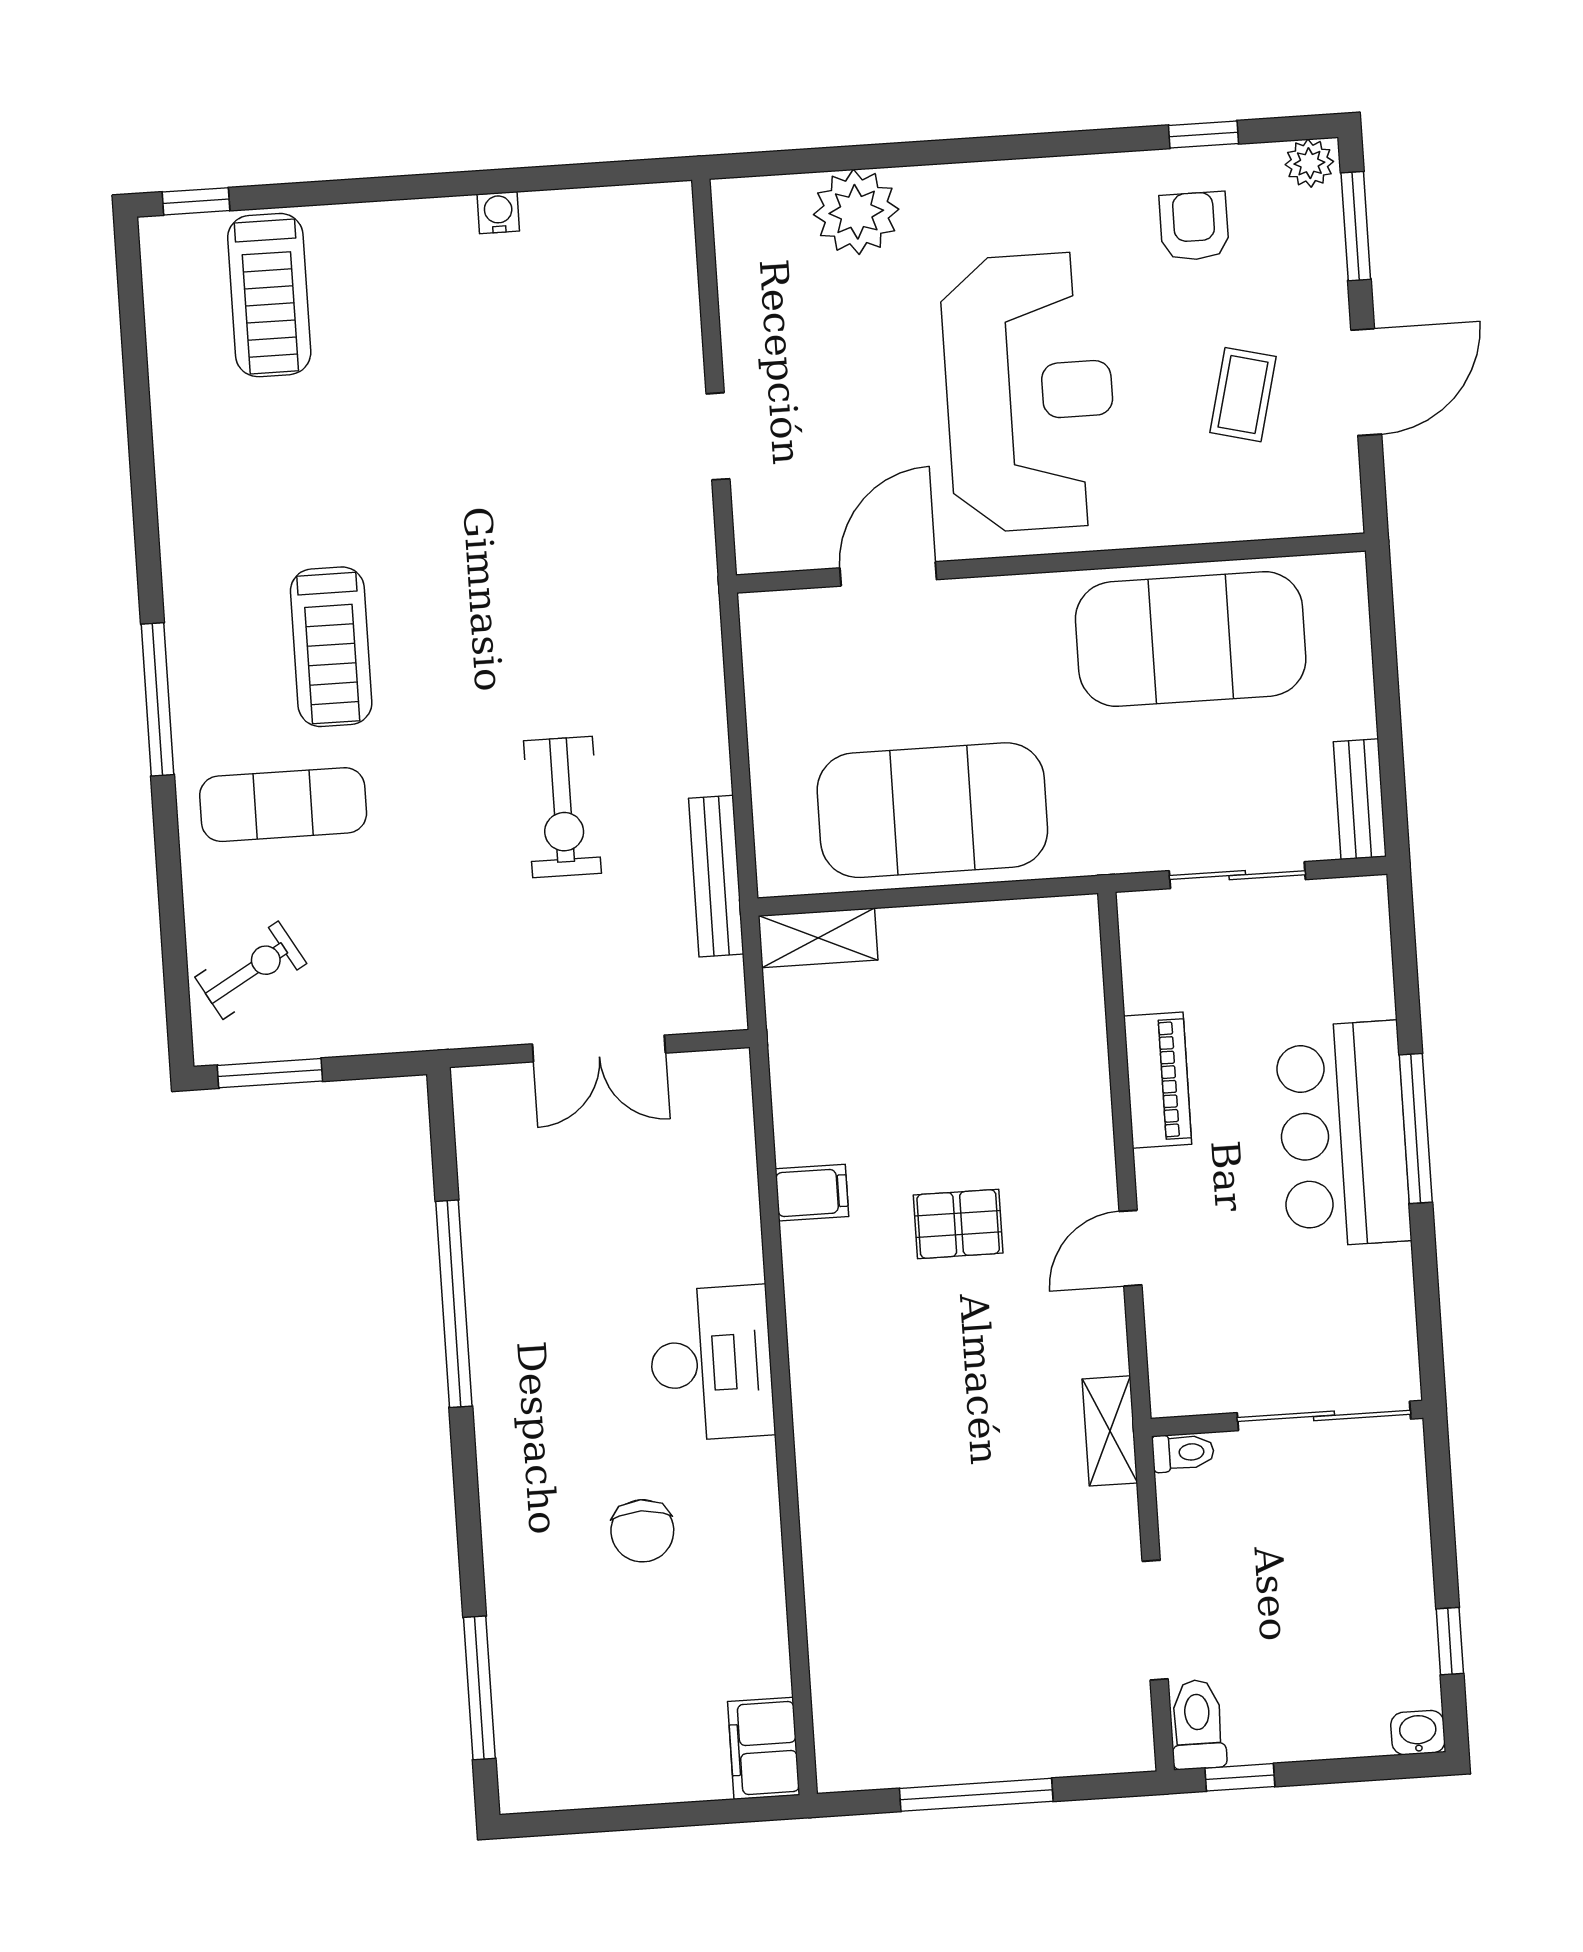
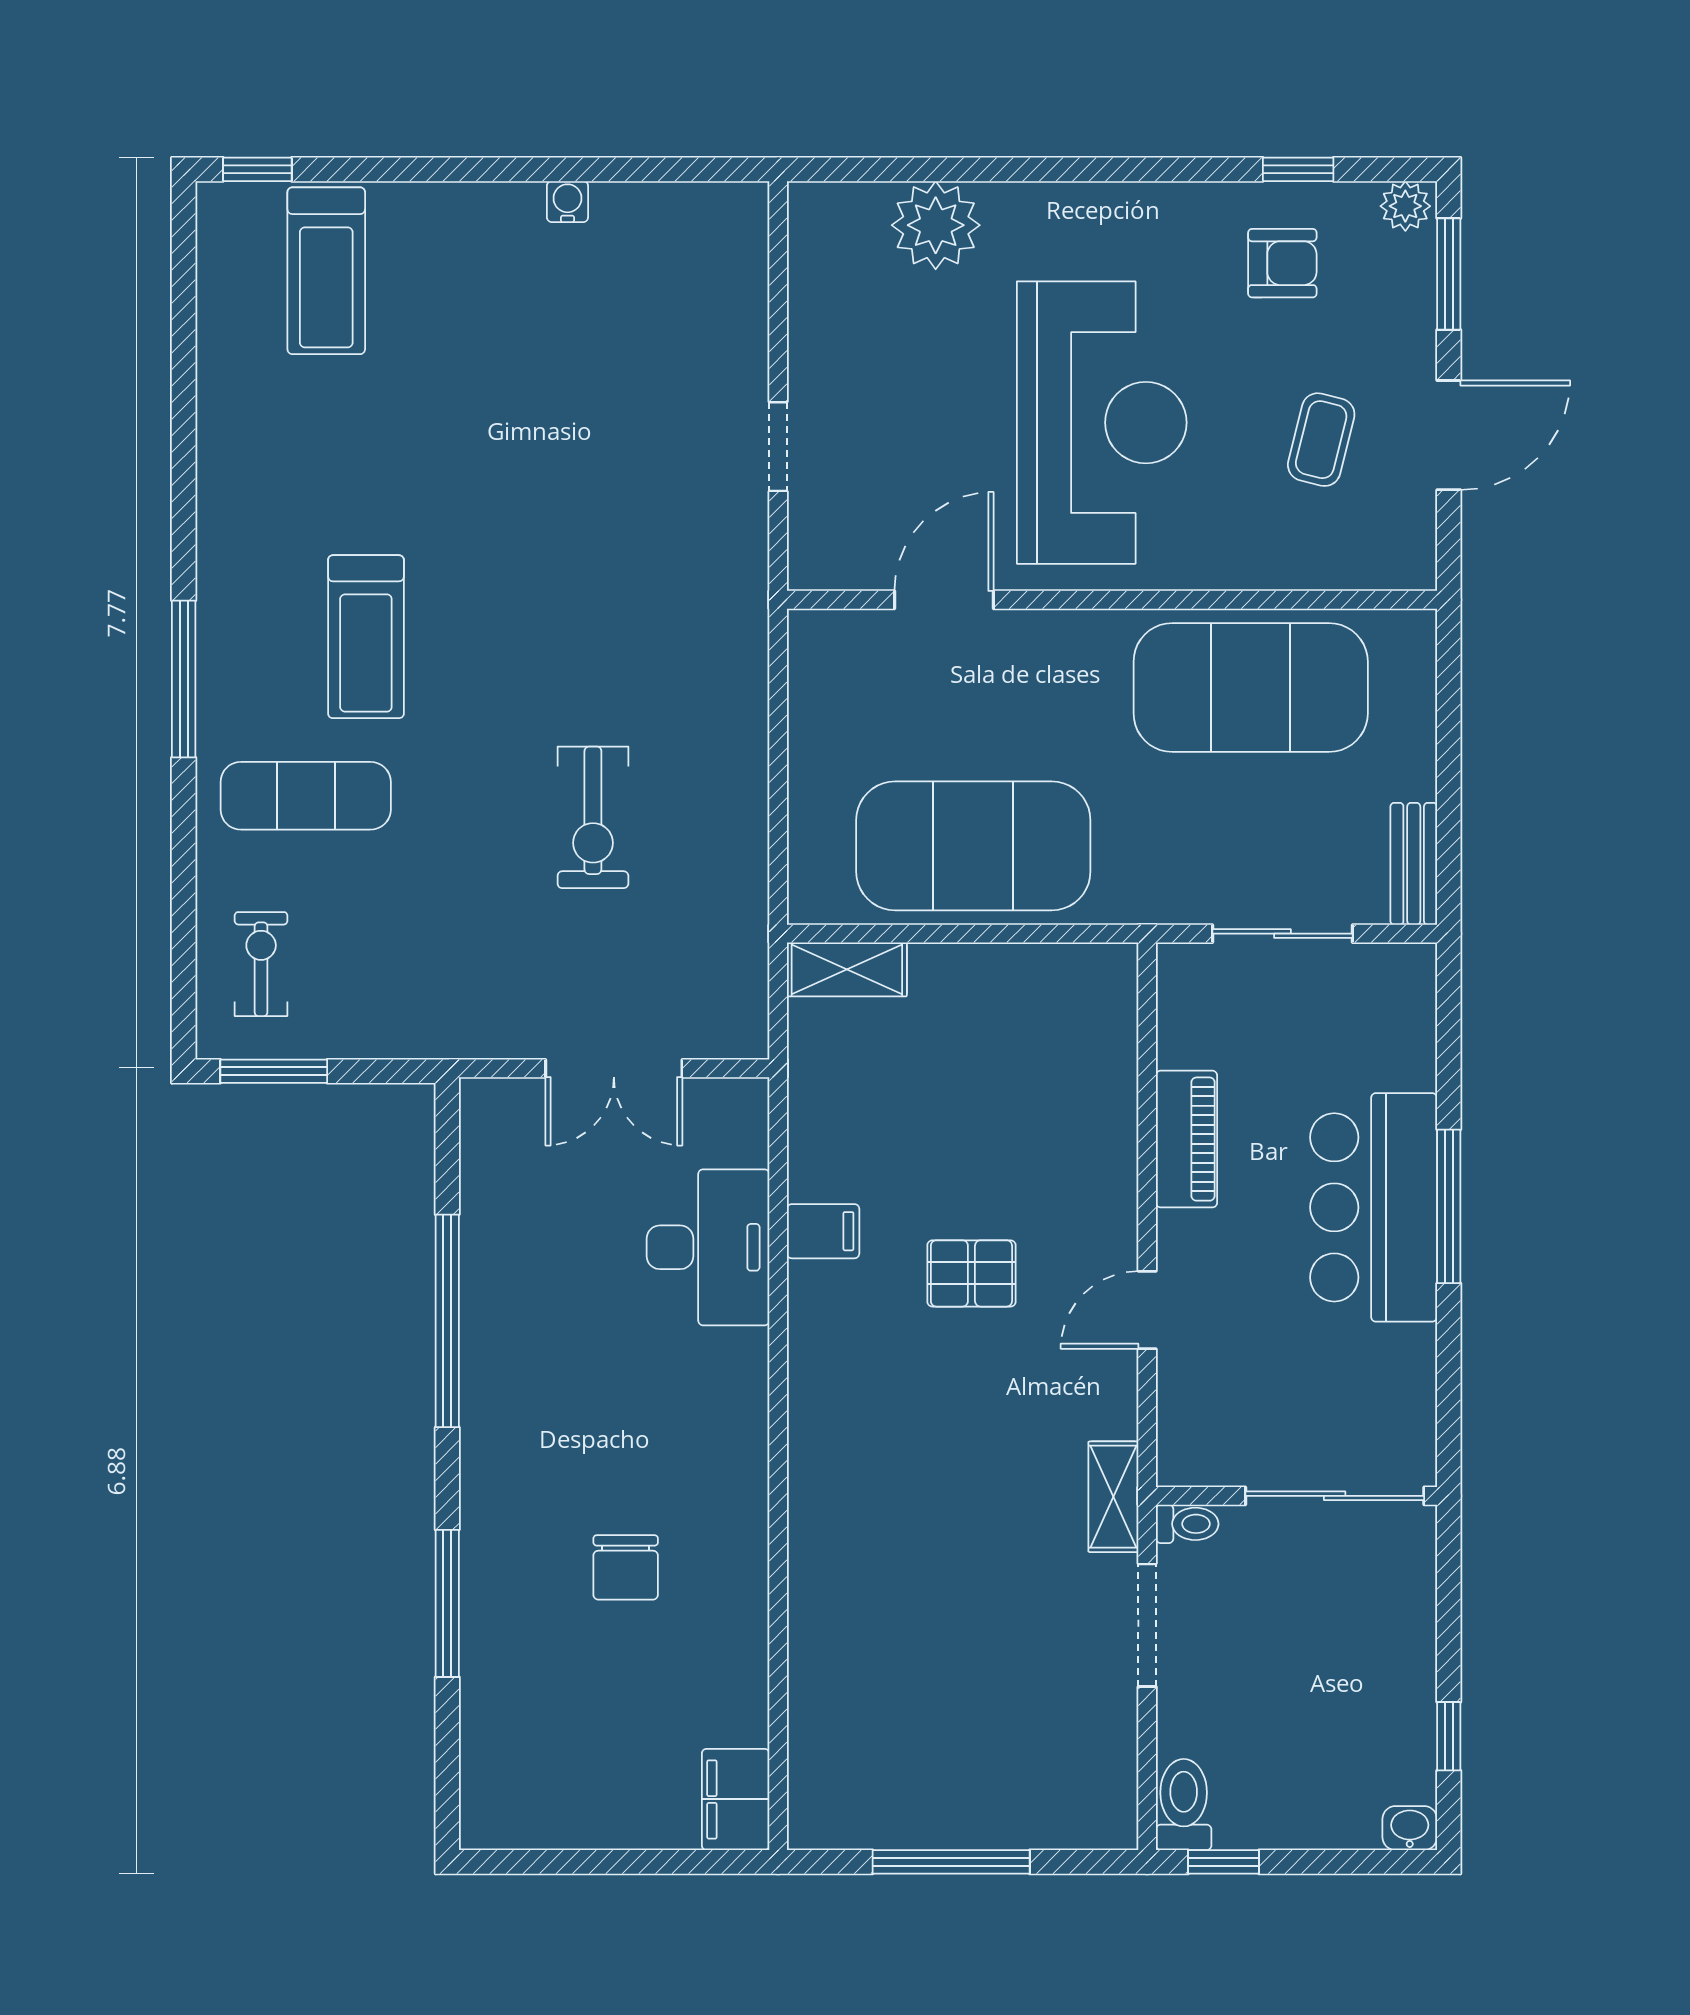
armchair: (1194, 226) -> (1282, 263), turned 90
bench: (716, 876) -> (746, 899), removed
exercise bike: (251, 970) -> (261, 964), turned -60
desk: (711, 1363) -> (708, 1247), moved
doorway: (1155, 1620) -> (1147, 1625), moved
window: (479, 1688) -> (447, 1603), moved

